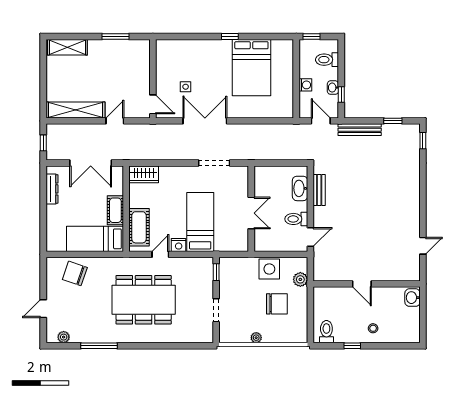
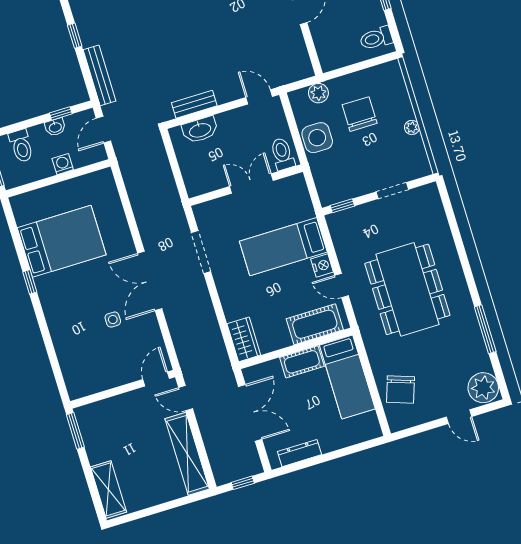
wall: (153, 79) -> (123, 389), moved
door: (153, 104) -> (156, 379), moved
toilet: (296, 219) -> (282, 154), moved, turned 180
plant: (64, 337) -> (483, 388), width x1.88, depth x1.88

